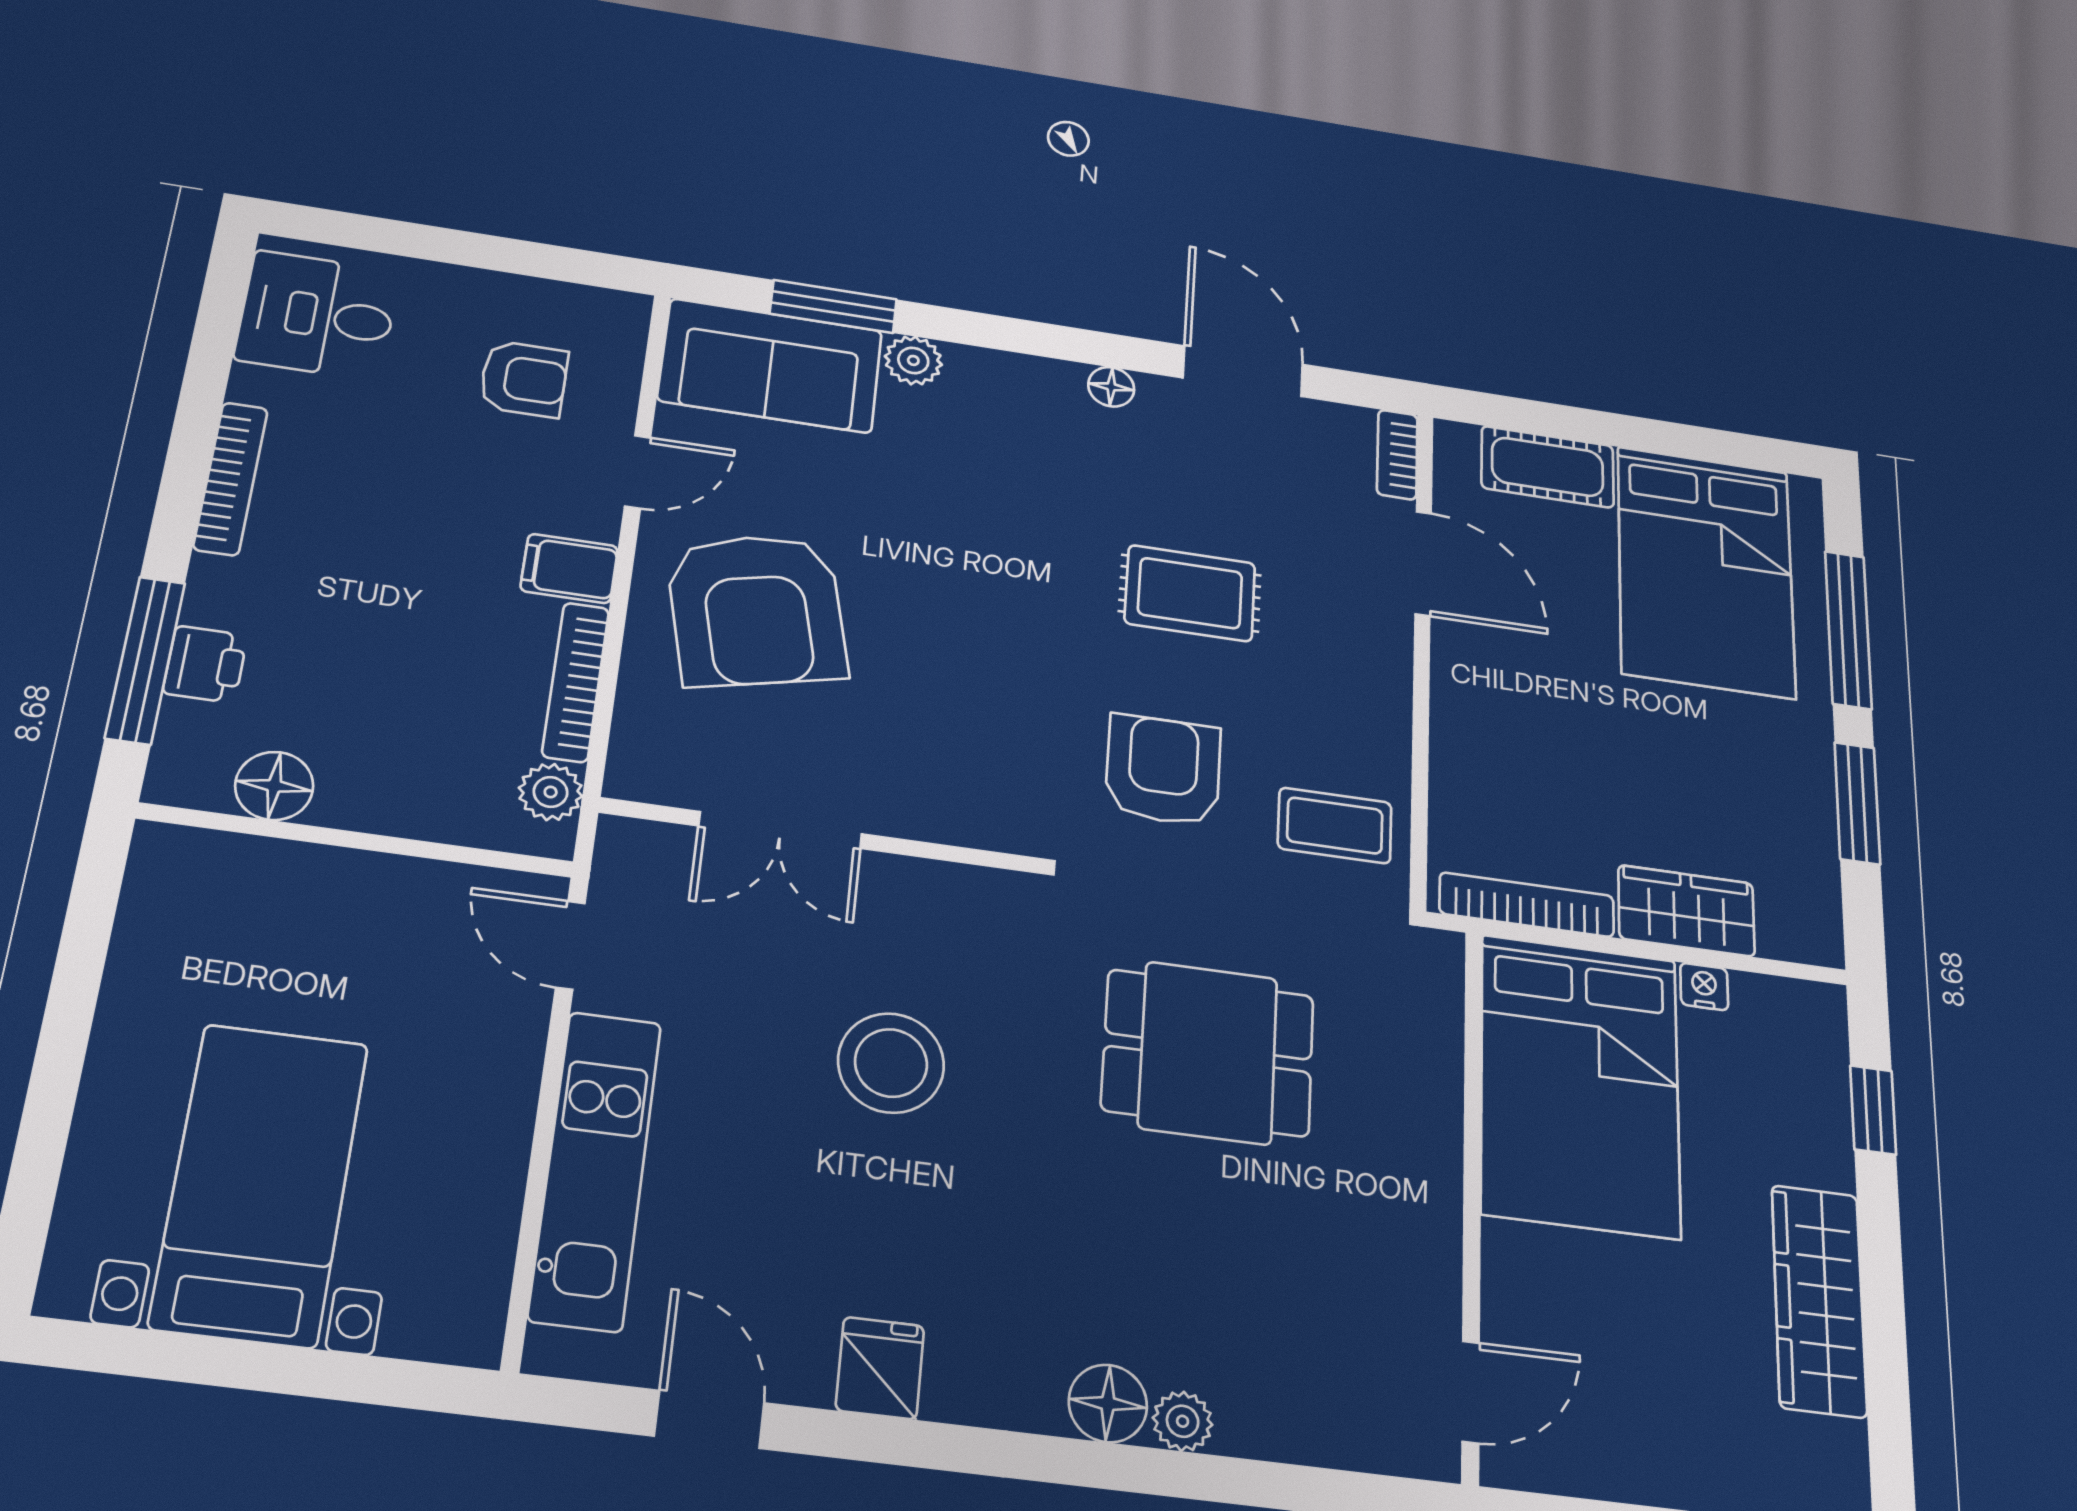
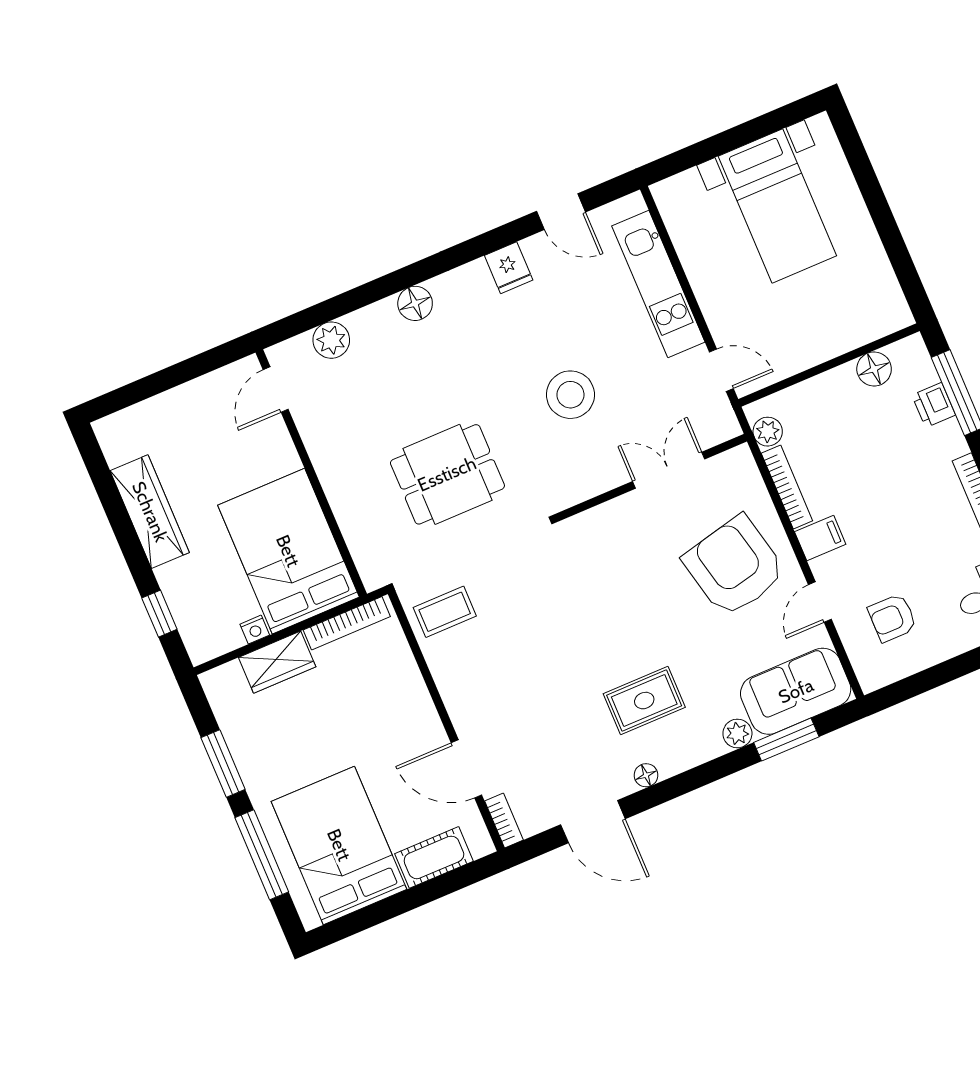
rug: (1190, 593) -> (644, 701), moved
armchair: (1163, 770) -> (529, 594), removed
plant: (1183, 1421) -> (331, 340), moved, width x1.38, depth x1.38

